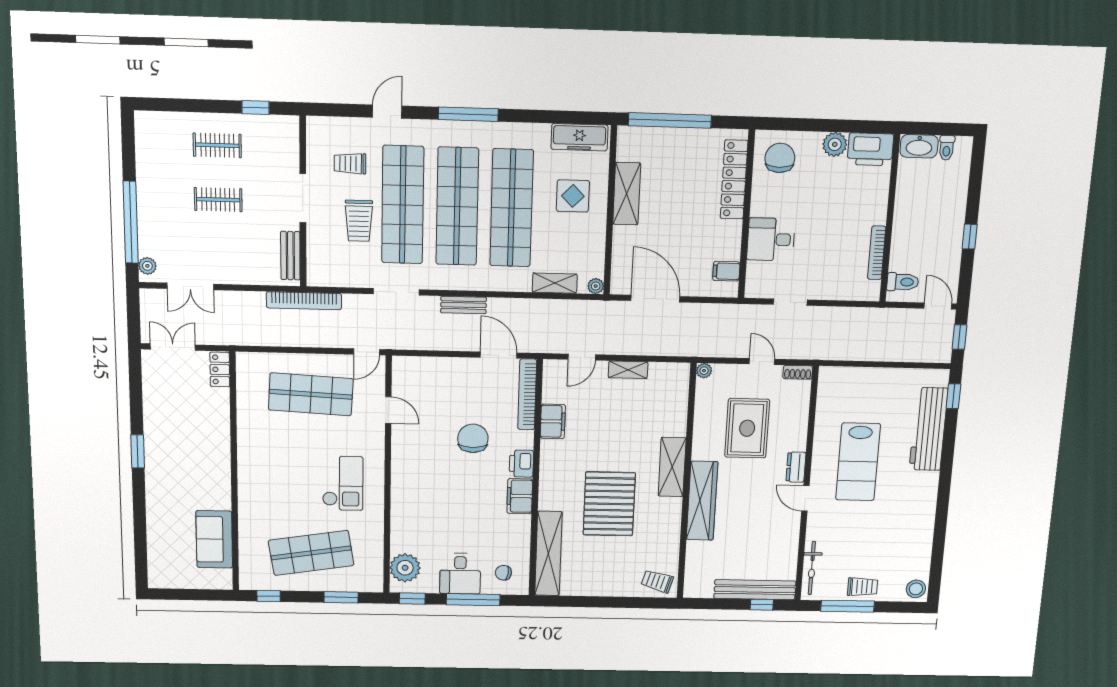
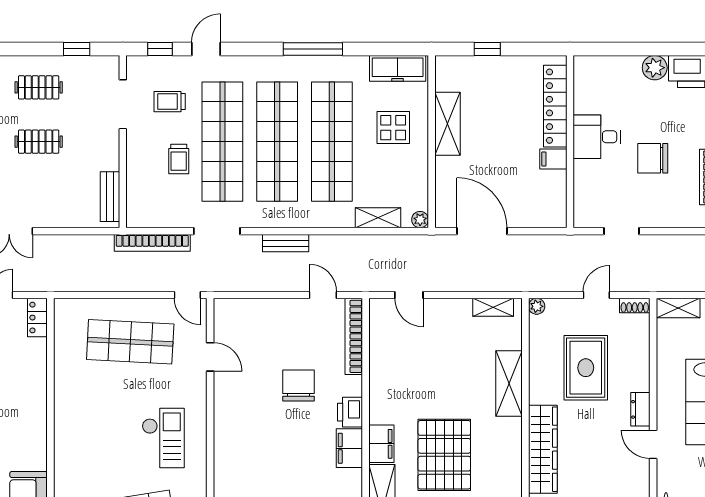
window: (340, 110) -> (160, 49), added
window: (468, 114) -> (313, 49), moved
window: (670, 120) -> (487, 49), width x0.32
chair: (780, 158) -> (653, 158), moved, turned -90
doorway: (303, 198) -> (123, 104), moved
trolley: (359, 221) -> (179, 159), width x0.73, depth x0.72
desk: (771, 239) -> (597, 137), moved
filing cabinet: (726, 271) -> (553, 159), moved
bookcase: (304, 301) -> (152, 243), moved
door: (367, 352) -> (187, 295), hinge flipped
door: (499, 355) -> (323, 295), width x0.73
door: (582, 357) -> (409, 295), hinge flipped
door: (762, 362) -> (596, 295), hinge flipped
shelving: (628, 370) -> (493, 307), moved
shelving: (839, 375) -> (678, 308), added
filing cabinet: (553, 421) -> (381, 444), moved
shelving: (672, 467) -> (509, 384), moved

